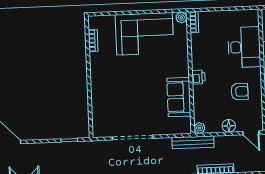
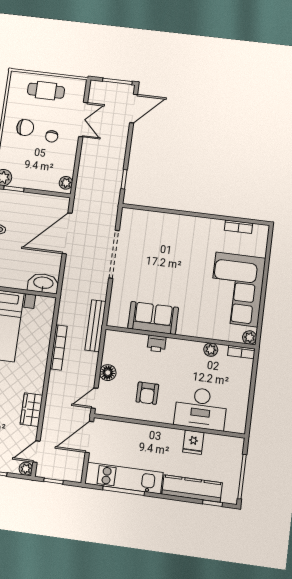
printer: (198, 77) -> (157, 344), moved
plant: (200, 128) -> (211, 350), moved

